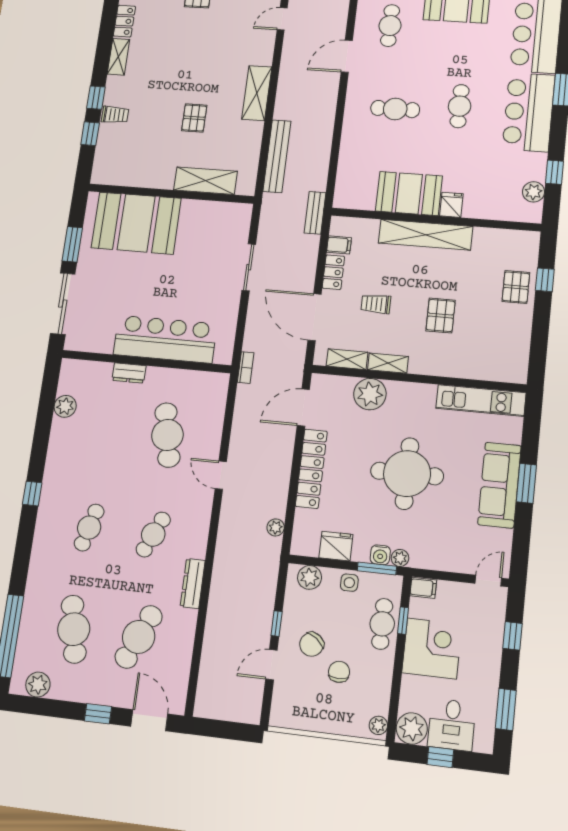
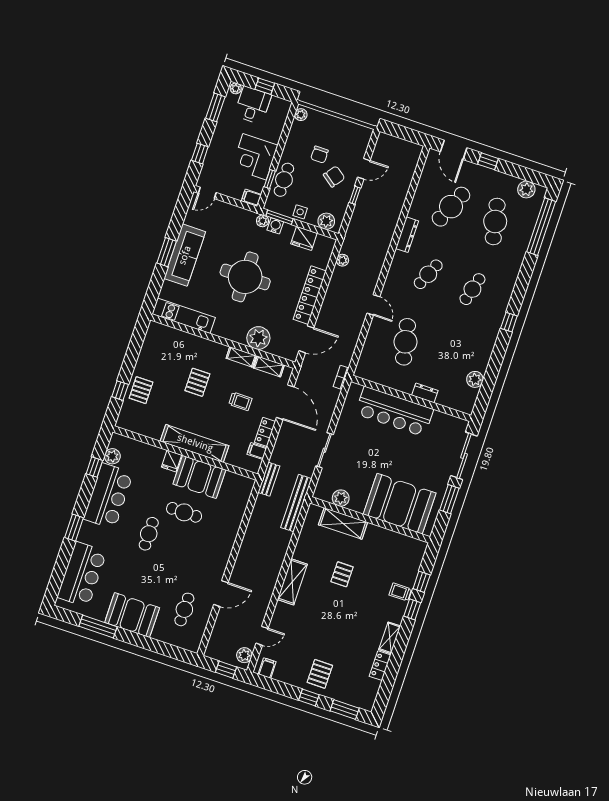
cafe table: (395, 109) -> (184, 512), moved
bar counter: (529, 112) -> (108, 496), moved
bench: (277, 156) -> (296, 503), moved
plant: (215, 212) -> (341, 498), added
plant: (412, 728) -> (236, 88), moved, width x0.53, depth x0.53

